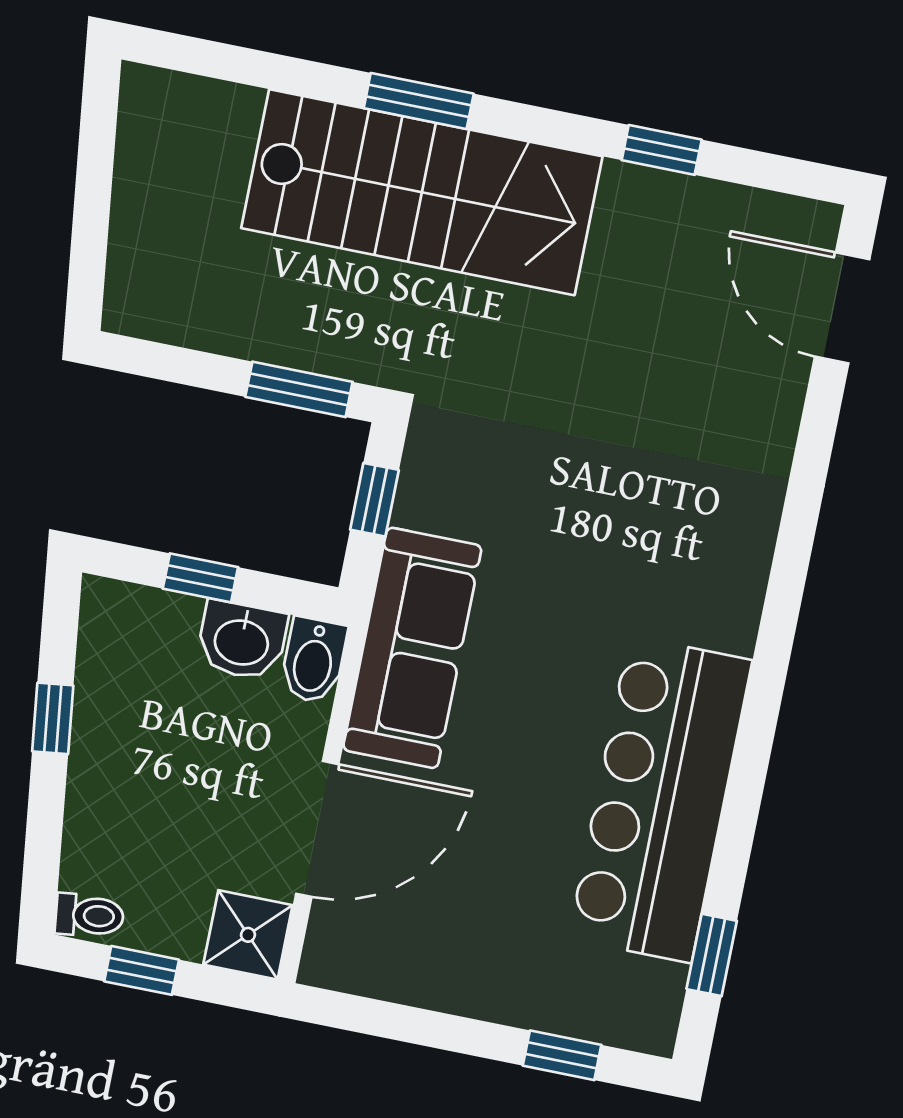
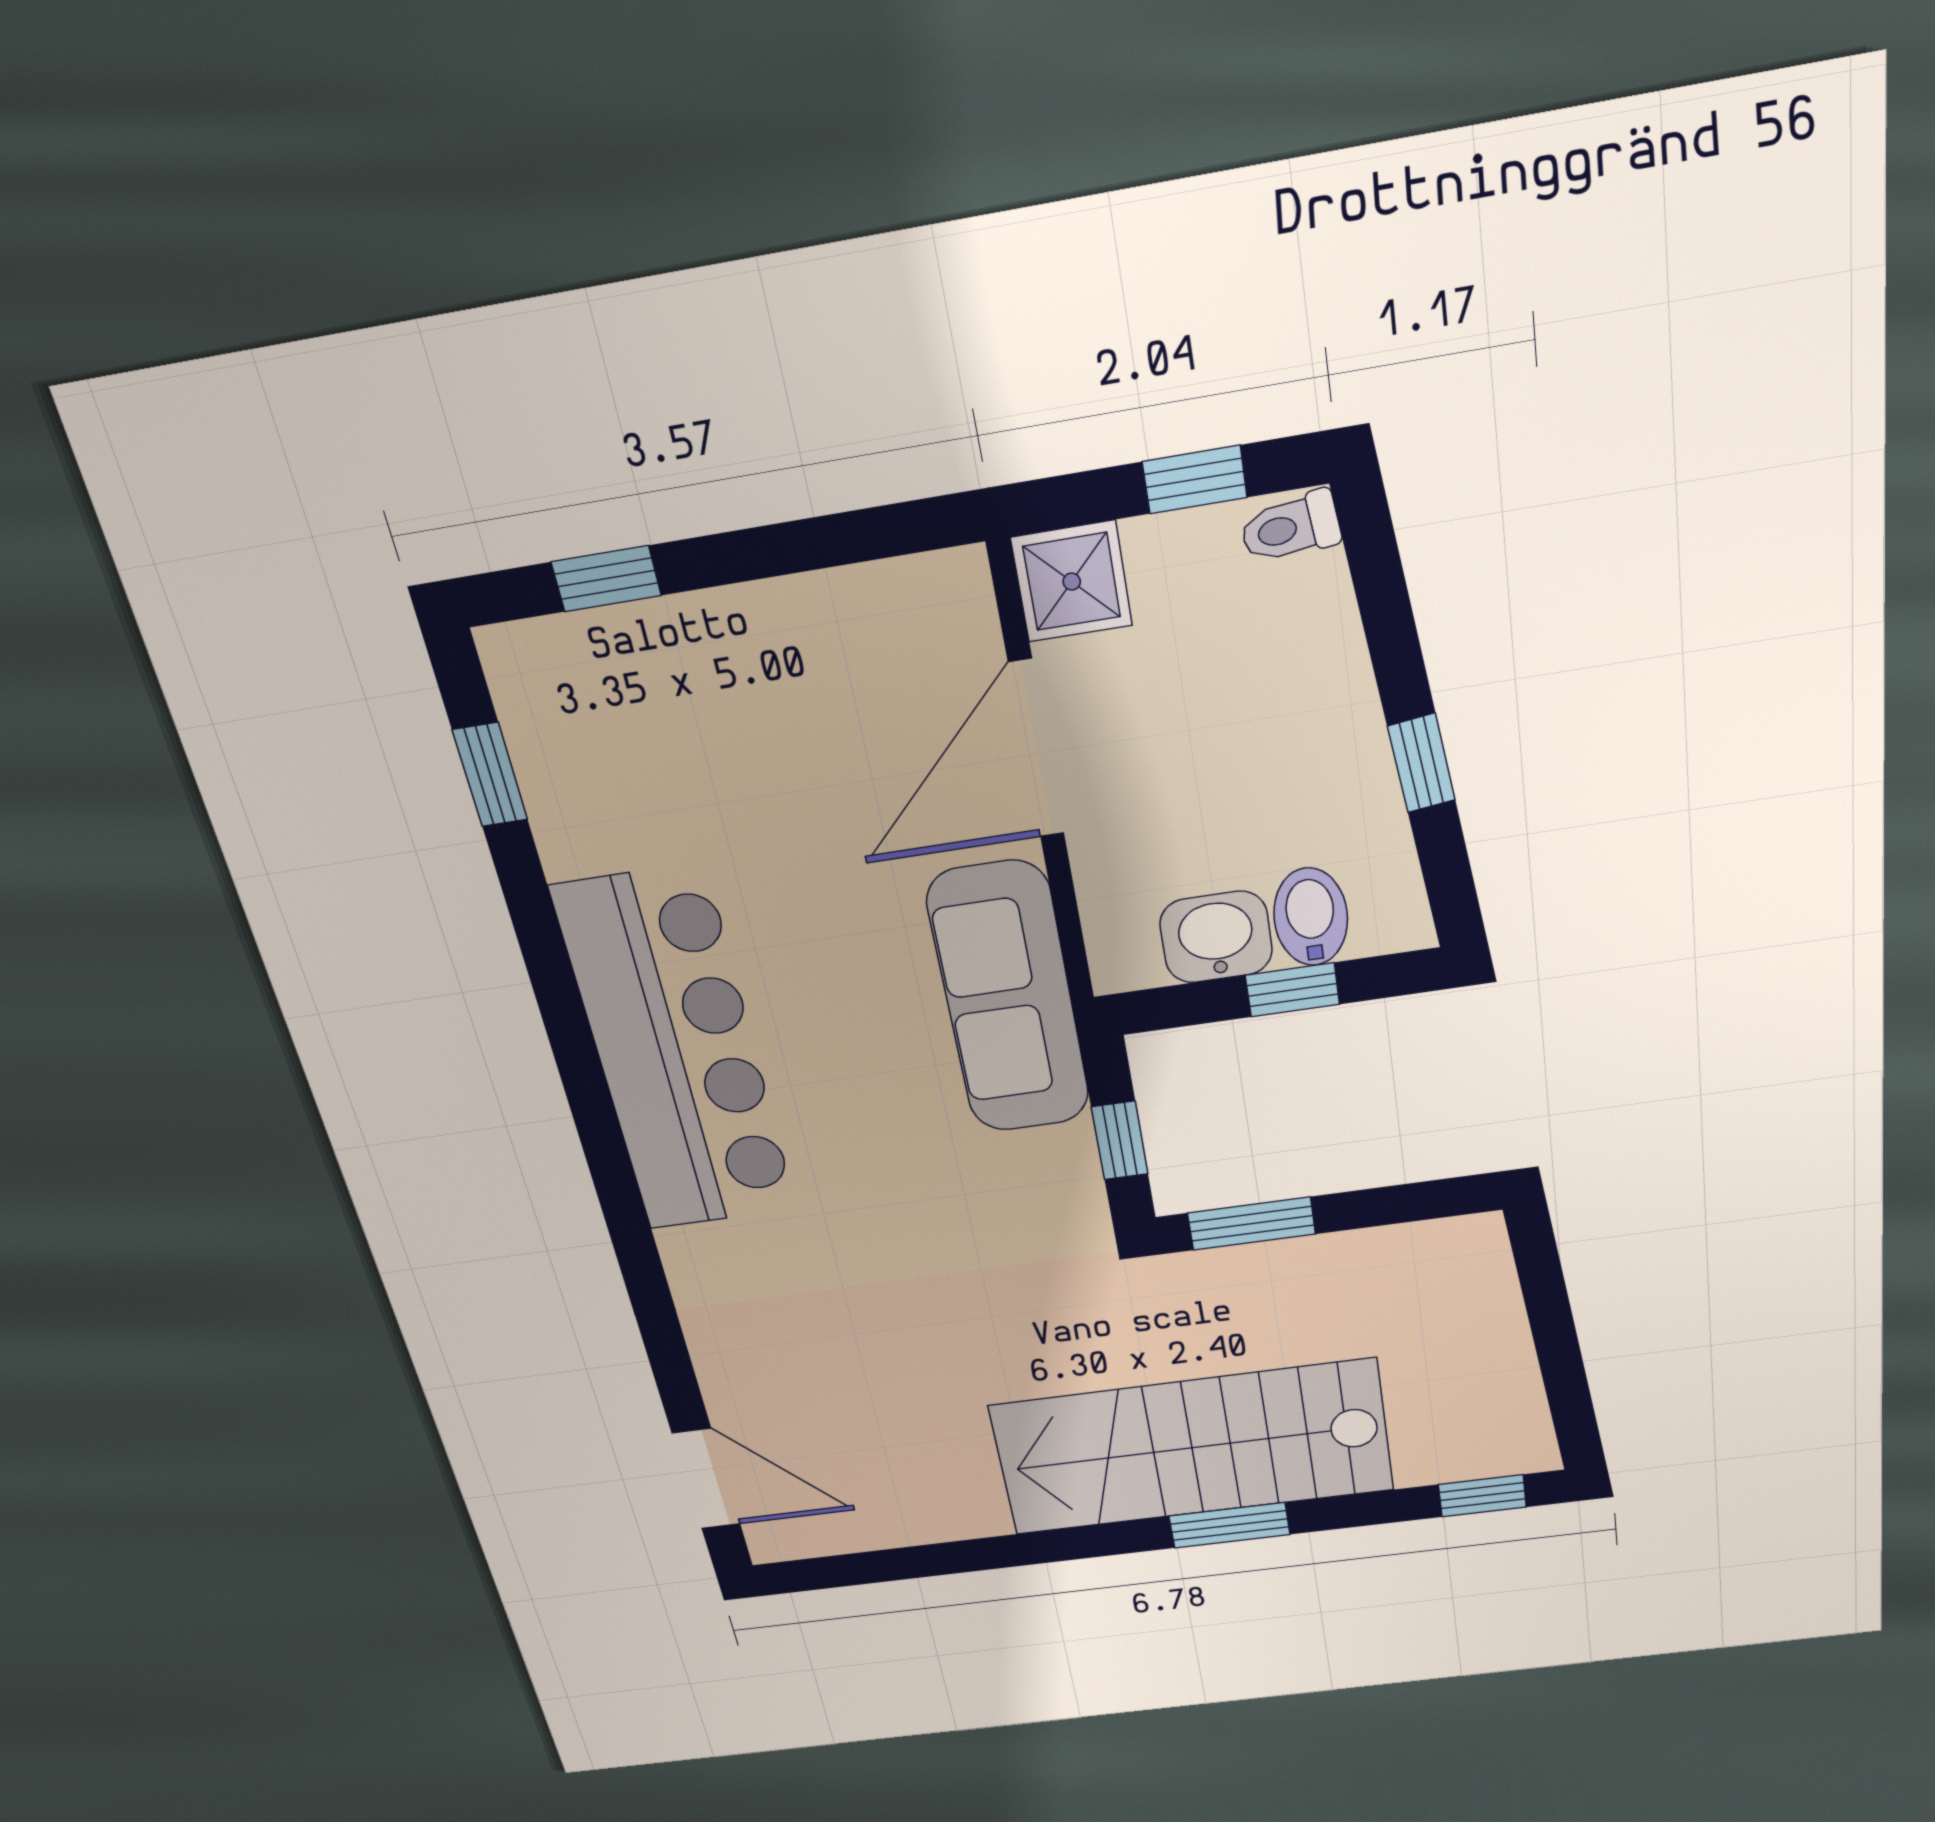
window: (662, 150) -> (1482, 1496), moved
bidet: (314, 660) -> (1311, 917), moved
bar counter: (660, 799) -> (677, 1053), moved

